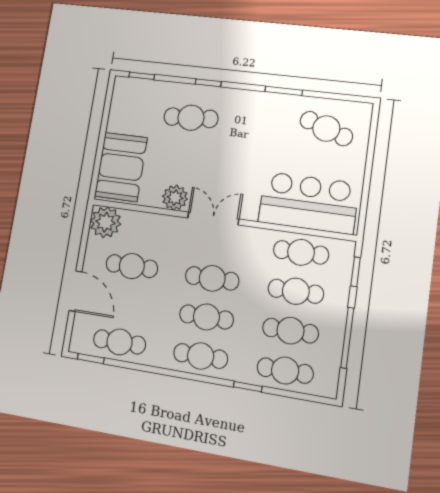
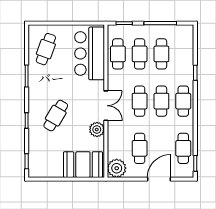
cafe table: (191, 118) -> (56, 116), moved, turned 34
double door: (213, 219) -> (106, 106), swing flipped
cafe table: (285, 371) -> (183, 54), removed

